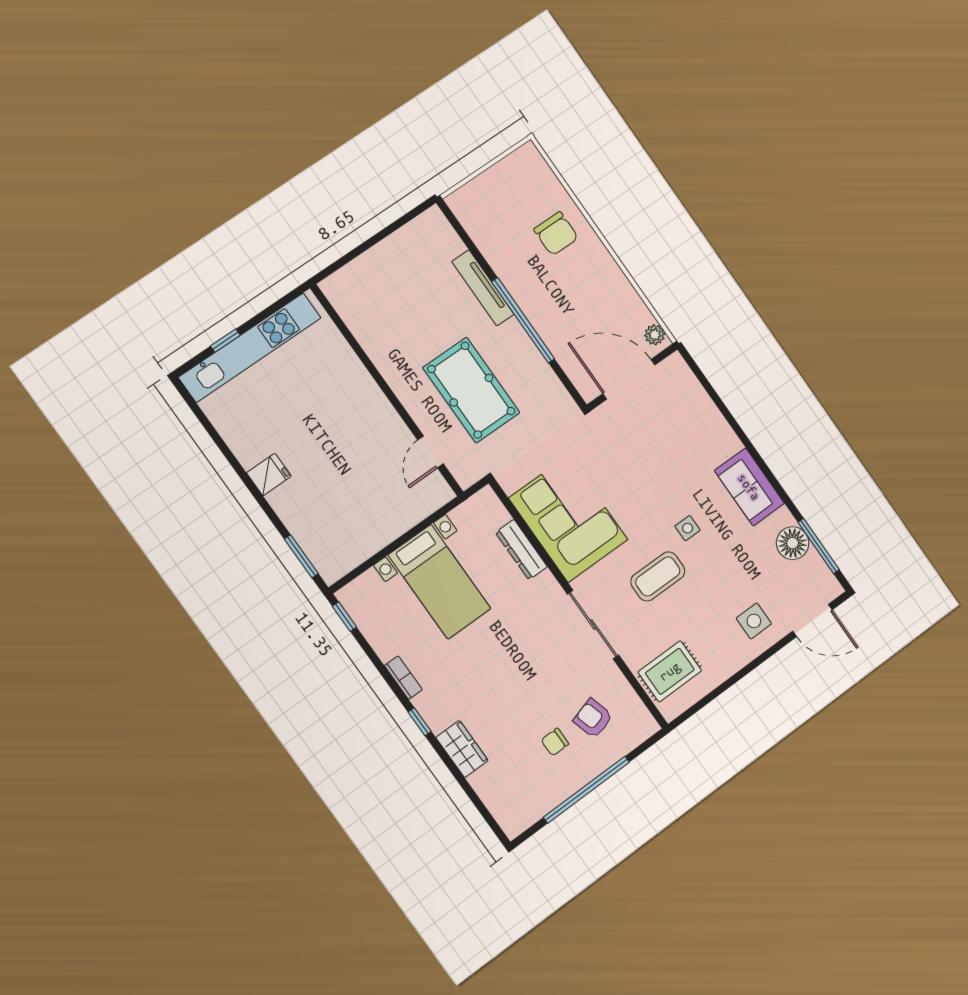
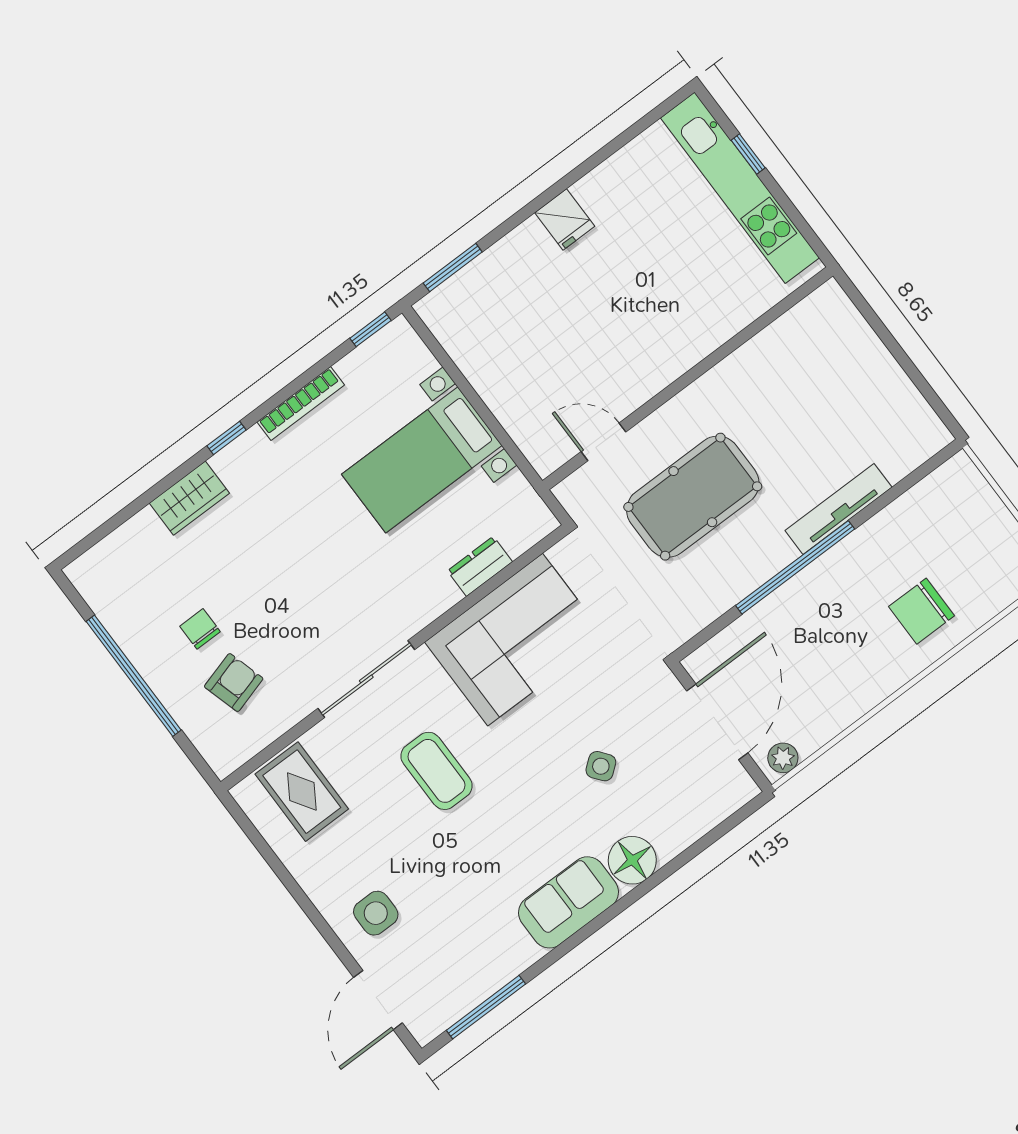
side table: (688, 528) -> (601, 766), moved, turned -38
floor lamp: (793, 543) -> (632, 860), moved
dresser: (521, 550) -> (480, 566), width x0.70
bookcase: (403, 678) -> (301, 403), width x1.56

